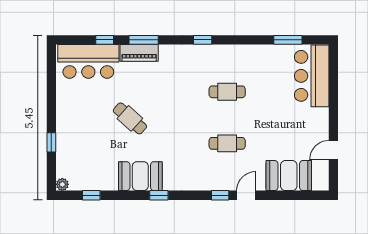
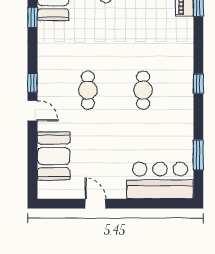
window: (203, 40) -> (198, 84), moved
door: (333, 150) -> (95, 204), moved

